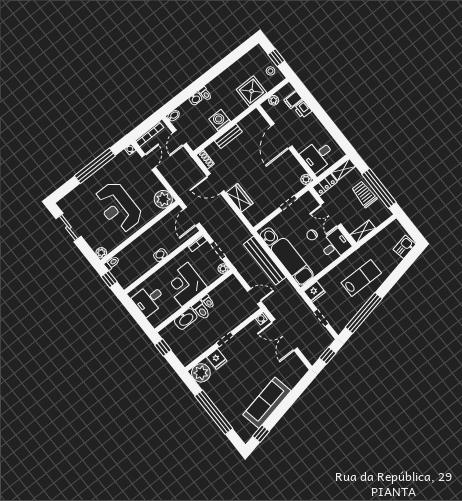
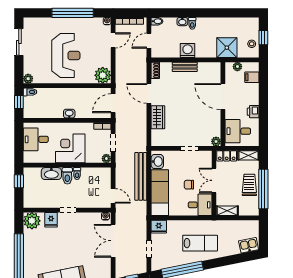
printer: (303, 109) -> (253, 112), moved
door: (282, 136) -> (223, 97), hinge flipped
reception desk: (118, 207) -> (66, 56), turned 180

